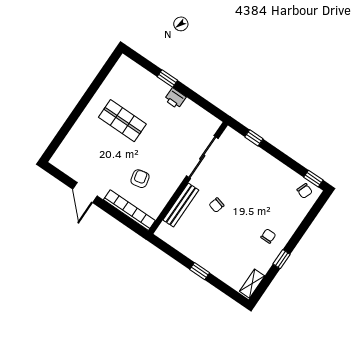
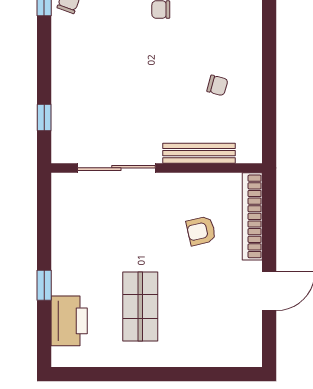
printer: (175, 98) -> (69, 321), moved, width x1.87, depth x1.48
chair: (217, 205) -> (217, 85), moved
window: (200, 271) -> (269, 69), removed

